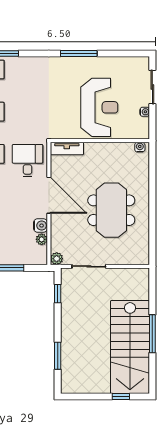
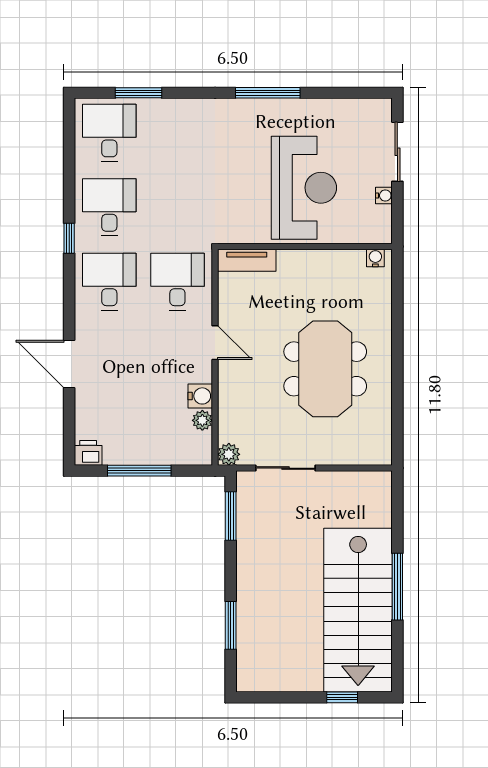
door: (49, 195) -> (215, 343), width x0.53
window: (58, 294) -> (231, 516), width x1.50

